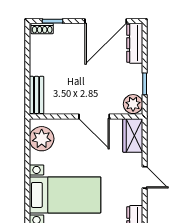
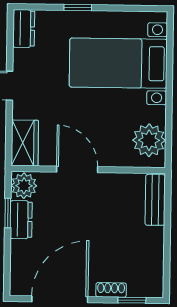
shoe rack: (42, 28) -> (111, 290), moved
dresser: (135, 43) -> (21, 220), moved, width x0.70

